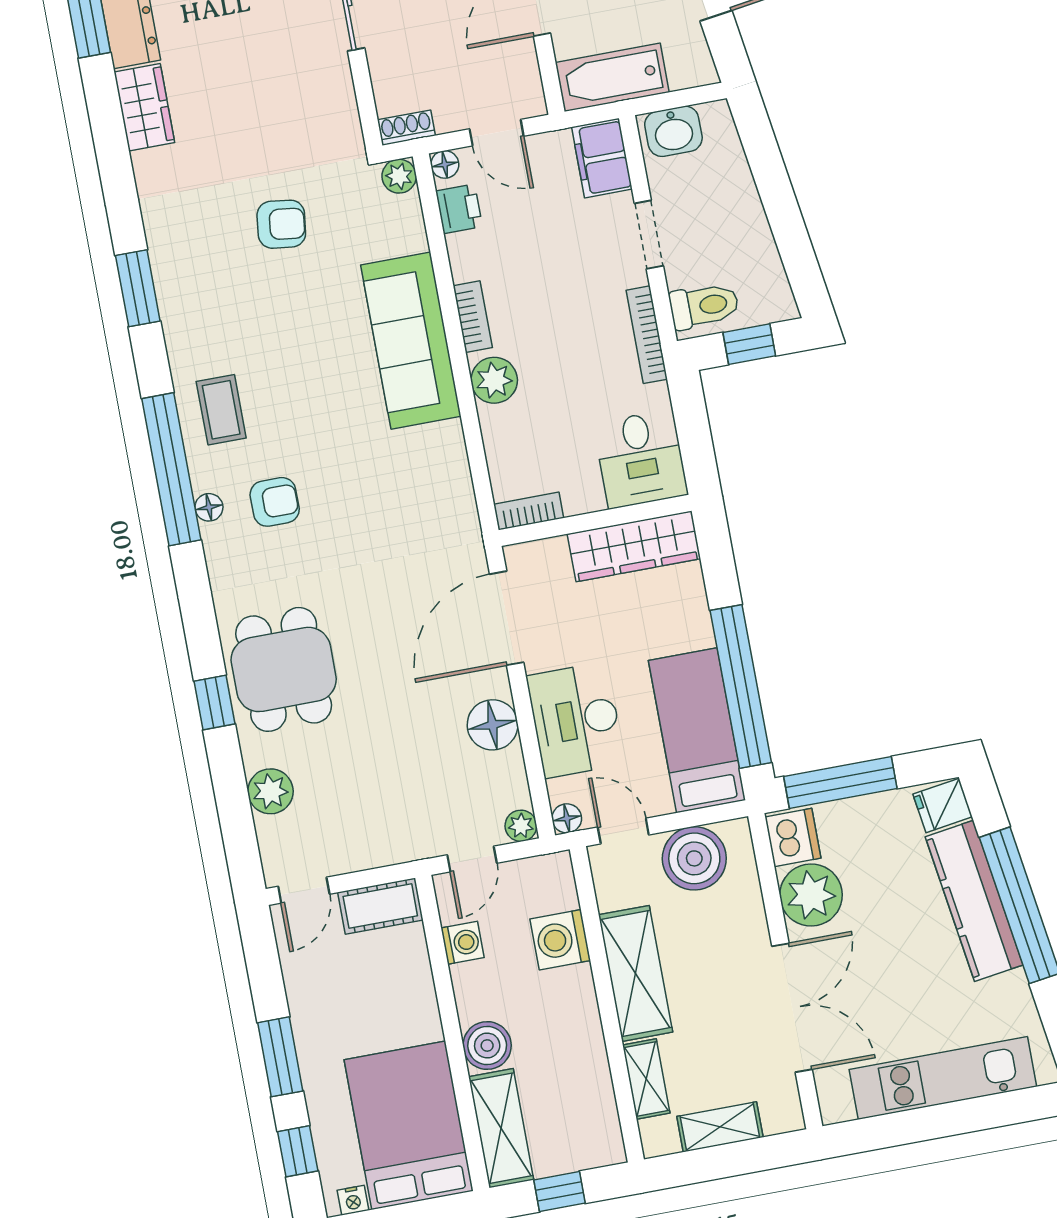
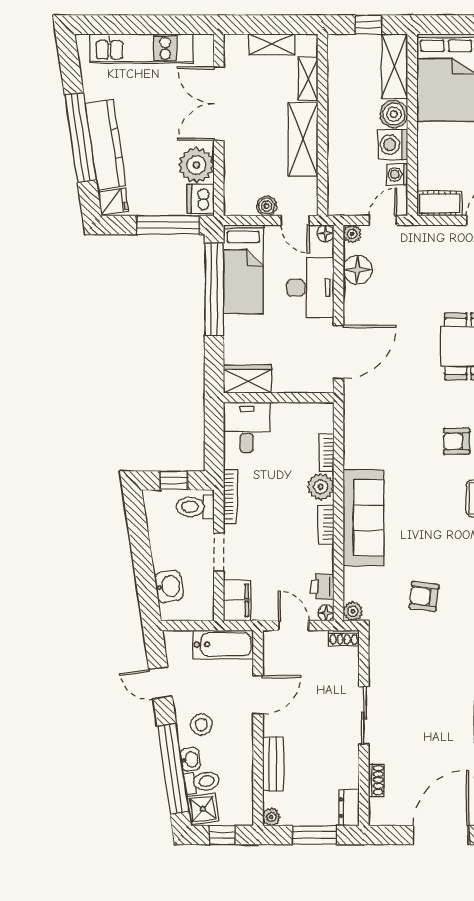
washbasin: (673, 131) -> (169, 586), moved, turned 82
bookcase: (529, 511) -> (326, 453), moved, turned 90
wardrobe: (634, 546) -> (248, 379), width x0.67
floor lamp: (493, 725) -> (358, 270), moved
boiler: (694, 858) -> (267, 206), width x0.54, depth x0.54
washing machine: (560, 940) -> (393, 145), moved, turned 180

